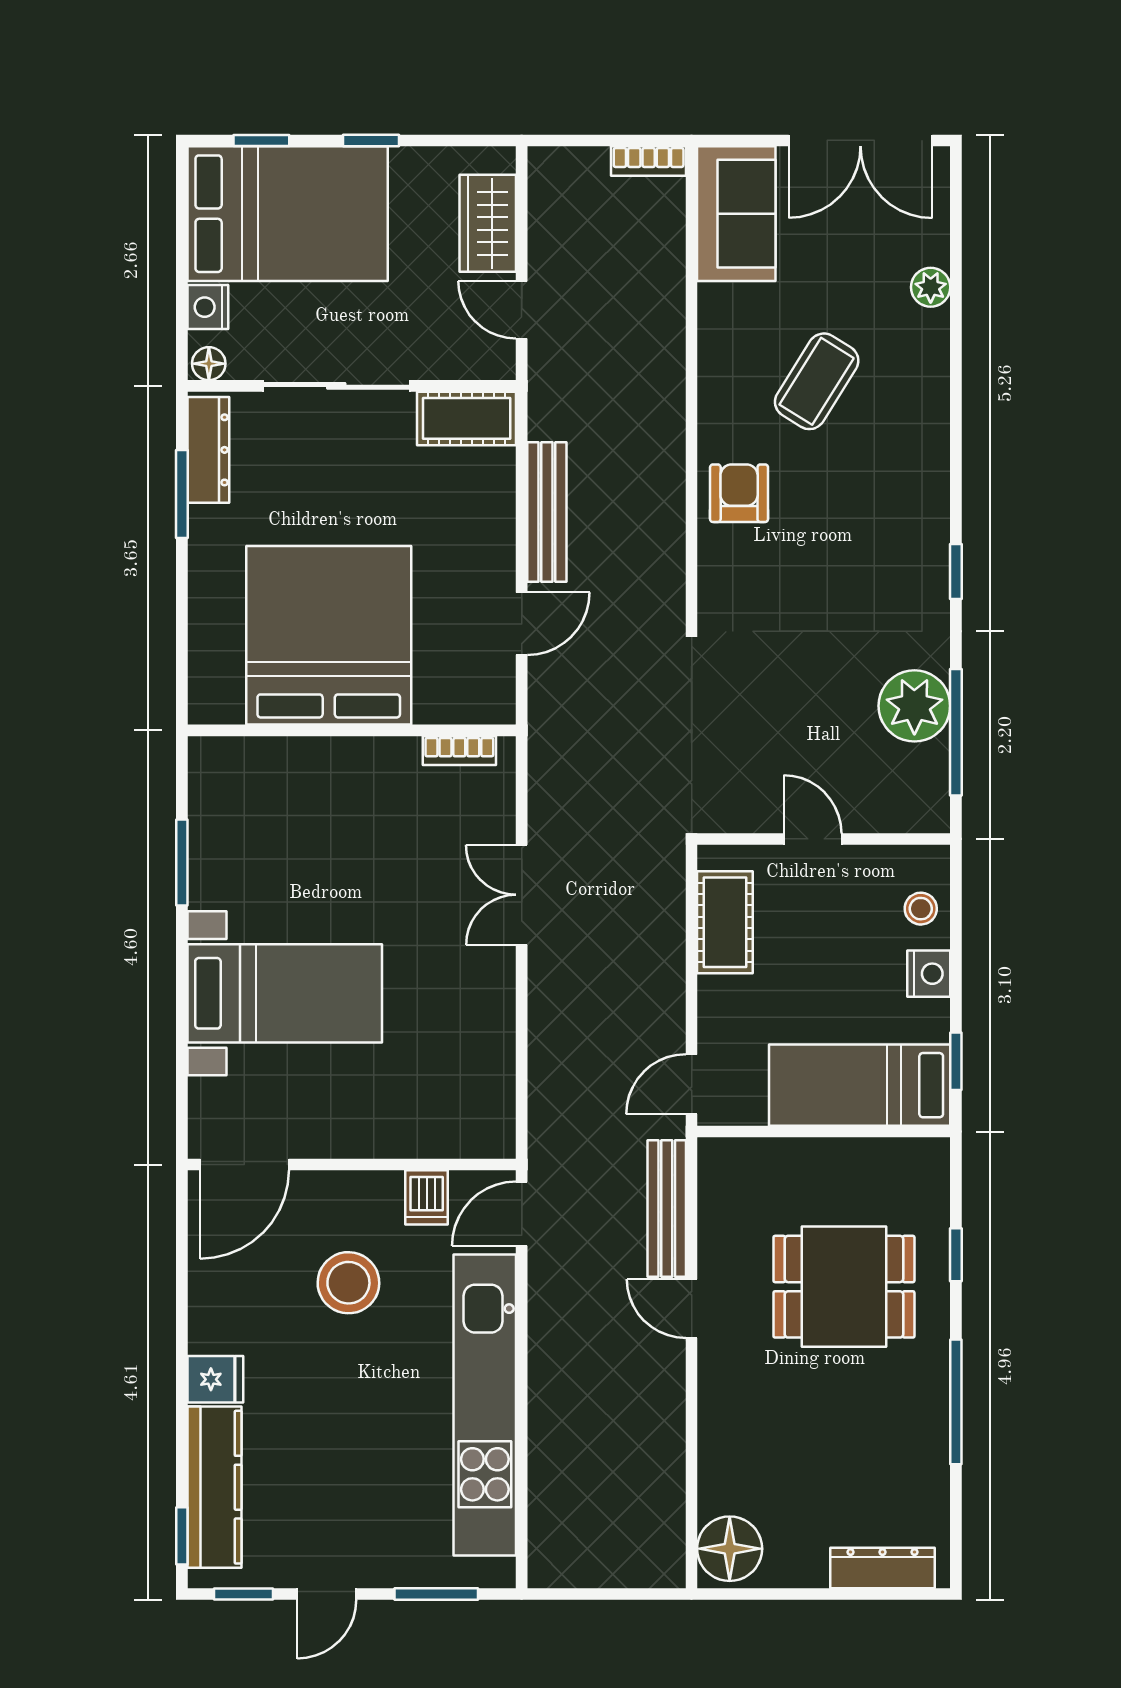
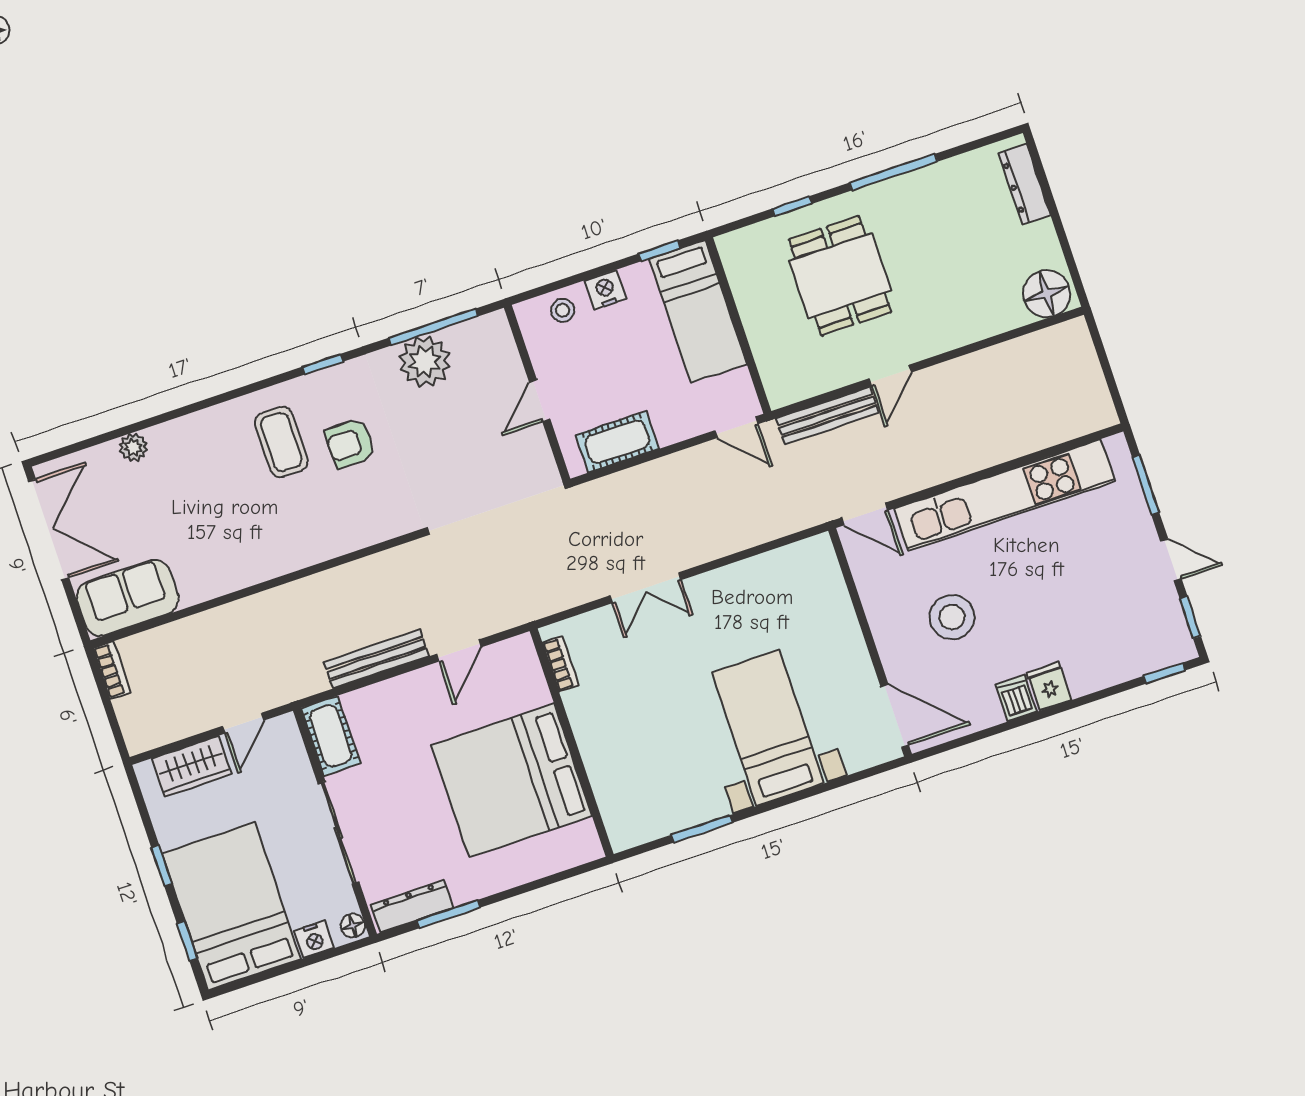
coffee table: (817, 381) -> (281, 442), moved, turned 58
armchair: (739, 493) -> (350, 444), moved
door: (522, 624) -> (459, 651), swing flipped
dishwasher: (427, 1197) -> (1016, 698), moved, turned -90
kitchen counter: (214, 1487) -> (1123, 662), removed

